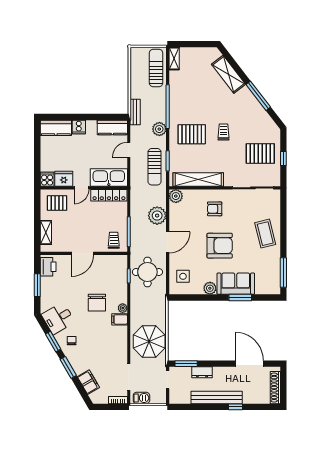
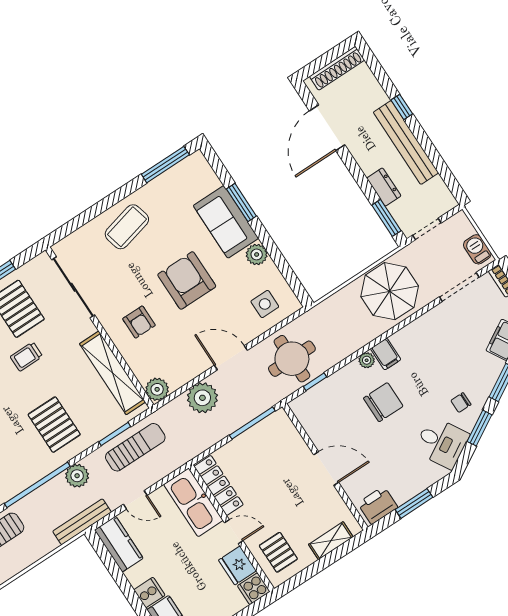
bench: (135, 112) -> (82, 522), width x1.36
trolley: (224, 132) -> (26, 357), moved
trolley: (114, 240) -> (278, 437), removed

